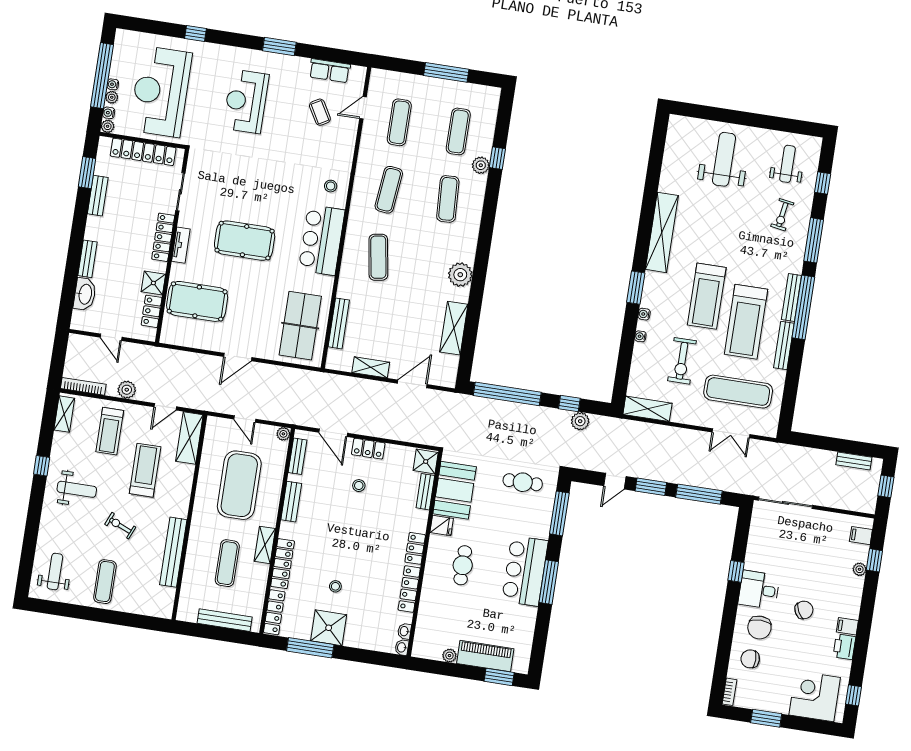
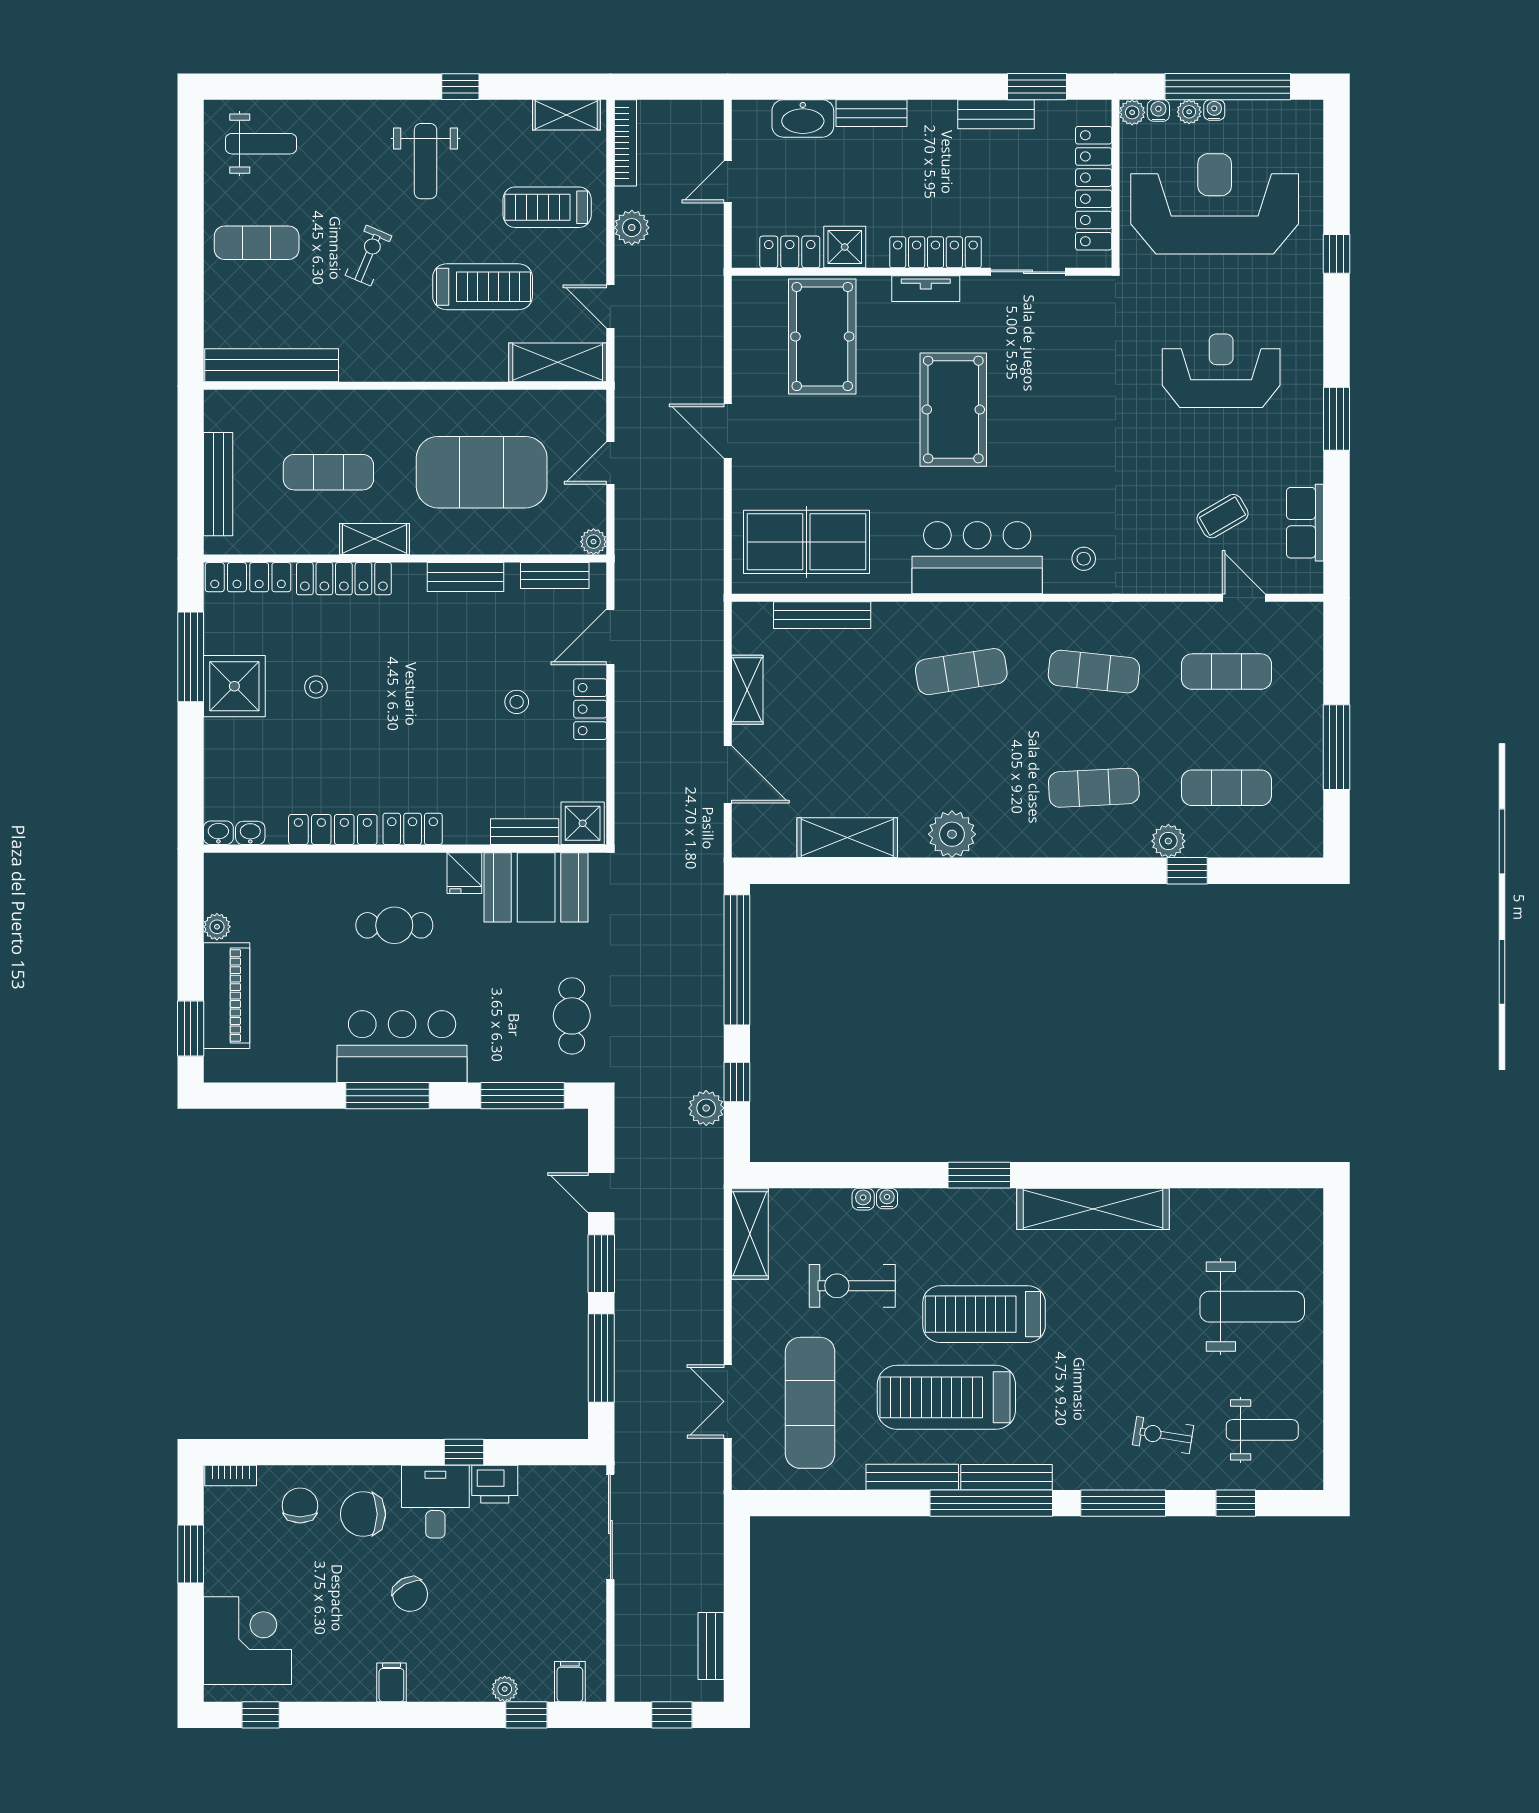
water cooler: (644, 314) -> (863, 1199), moved
bench: (173, 552) -> (272, 365), moved
printer: (844, 647) -> (495, 1484), moved, turned 180

